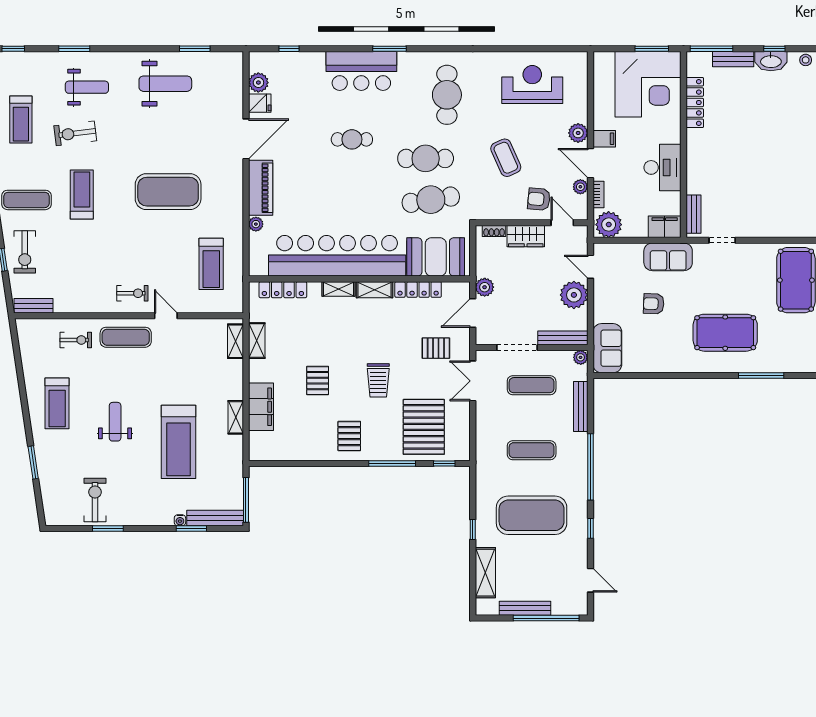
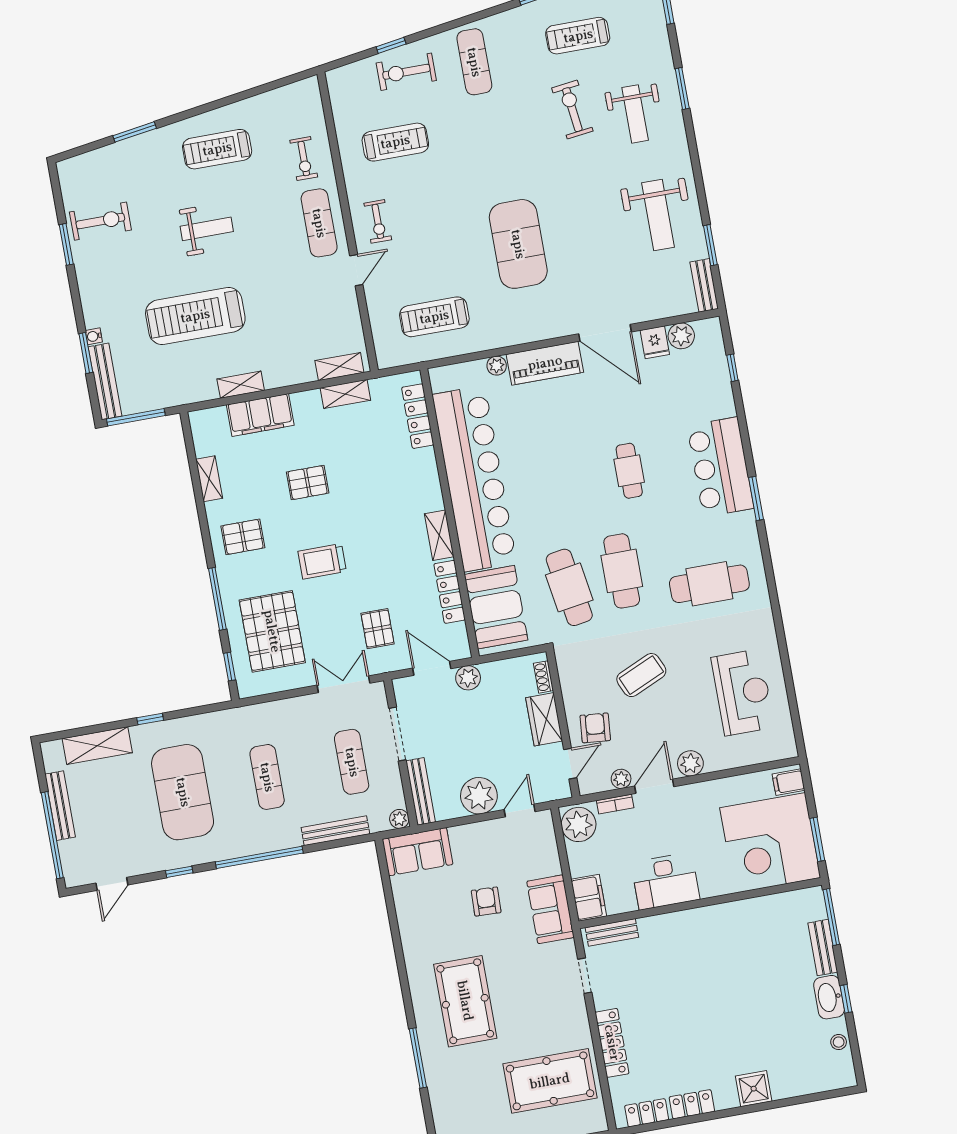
locker: (695, 103) -> (612, 1043), moved, turned -90
filing cabinet: (604, 139) -> (789, 782), moved, turned 90
treadmill: (82, 194) -> (395, 142), moved
shelving: (339, 289) -> (209, 479), moved
bench: (34, 306) -> (704, 285), moved
pallet: (424, 427) -> (272, 631), turned 90

